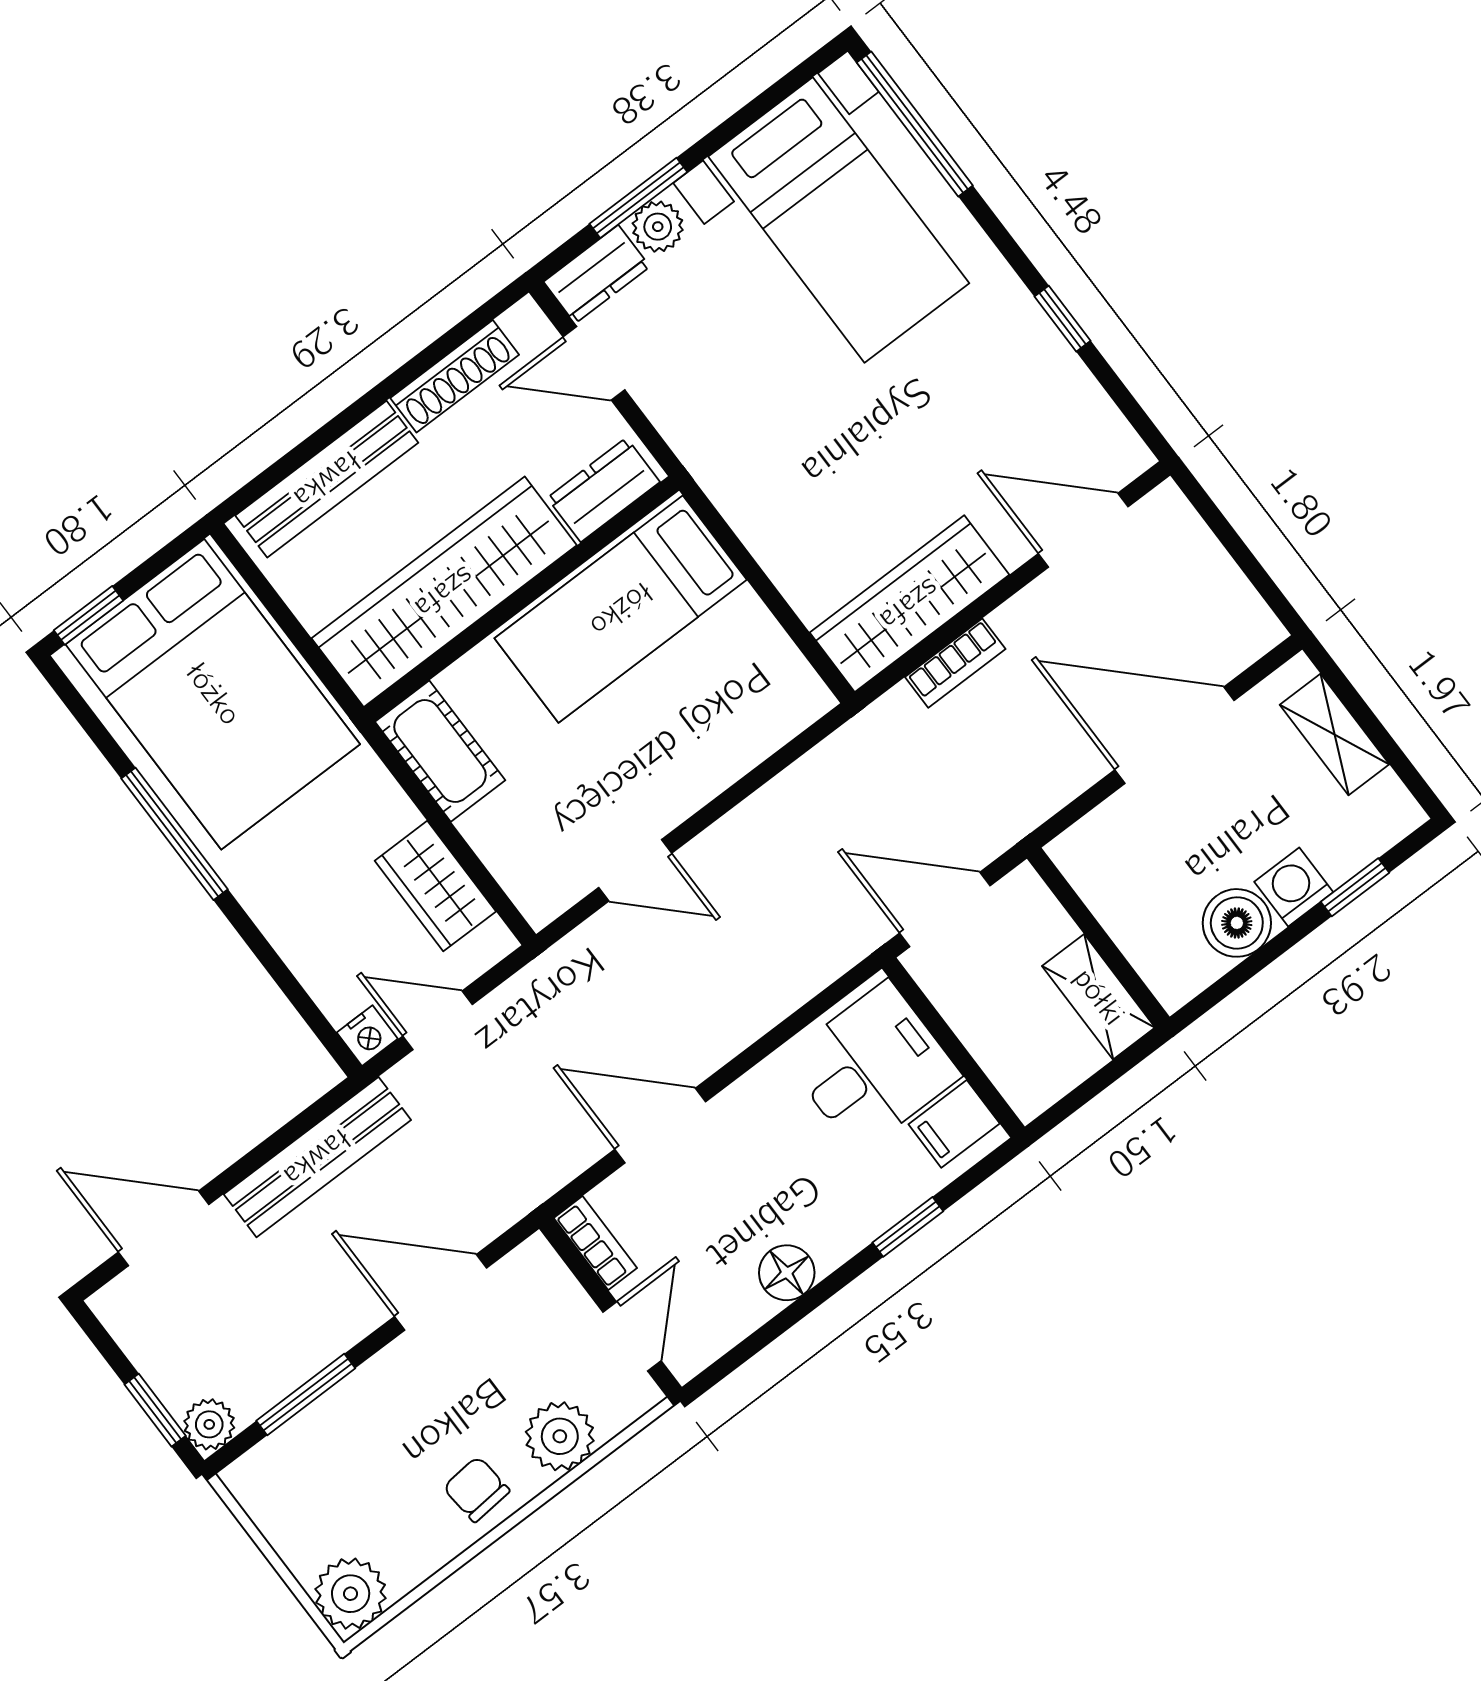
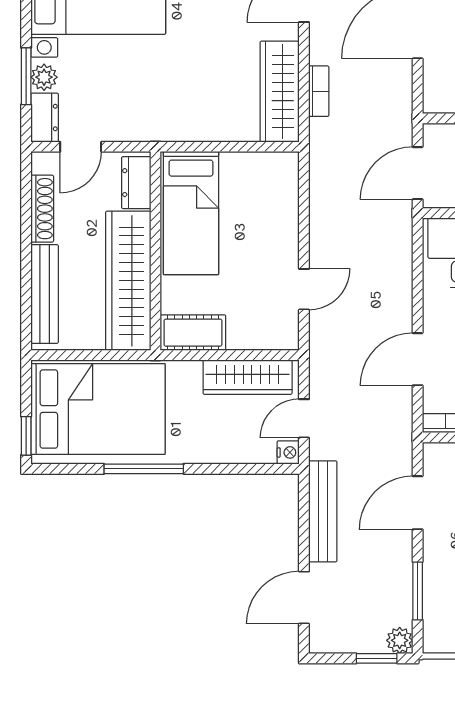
wardrobe: (435, 886) -> (248, 377), width x1.50

